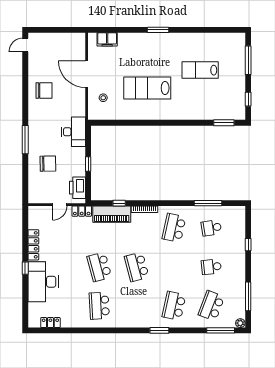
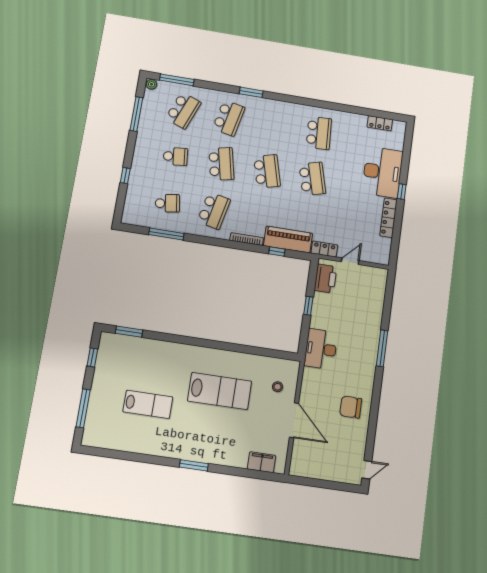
chair: (48, 164) -> (358, 314), removed
school desk: (174, 267) -> (221, 164), added

